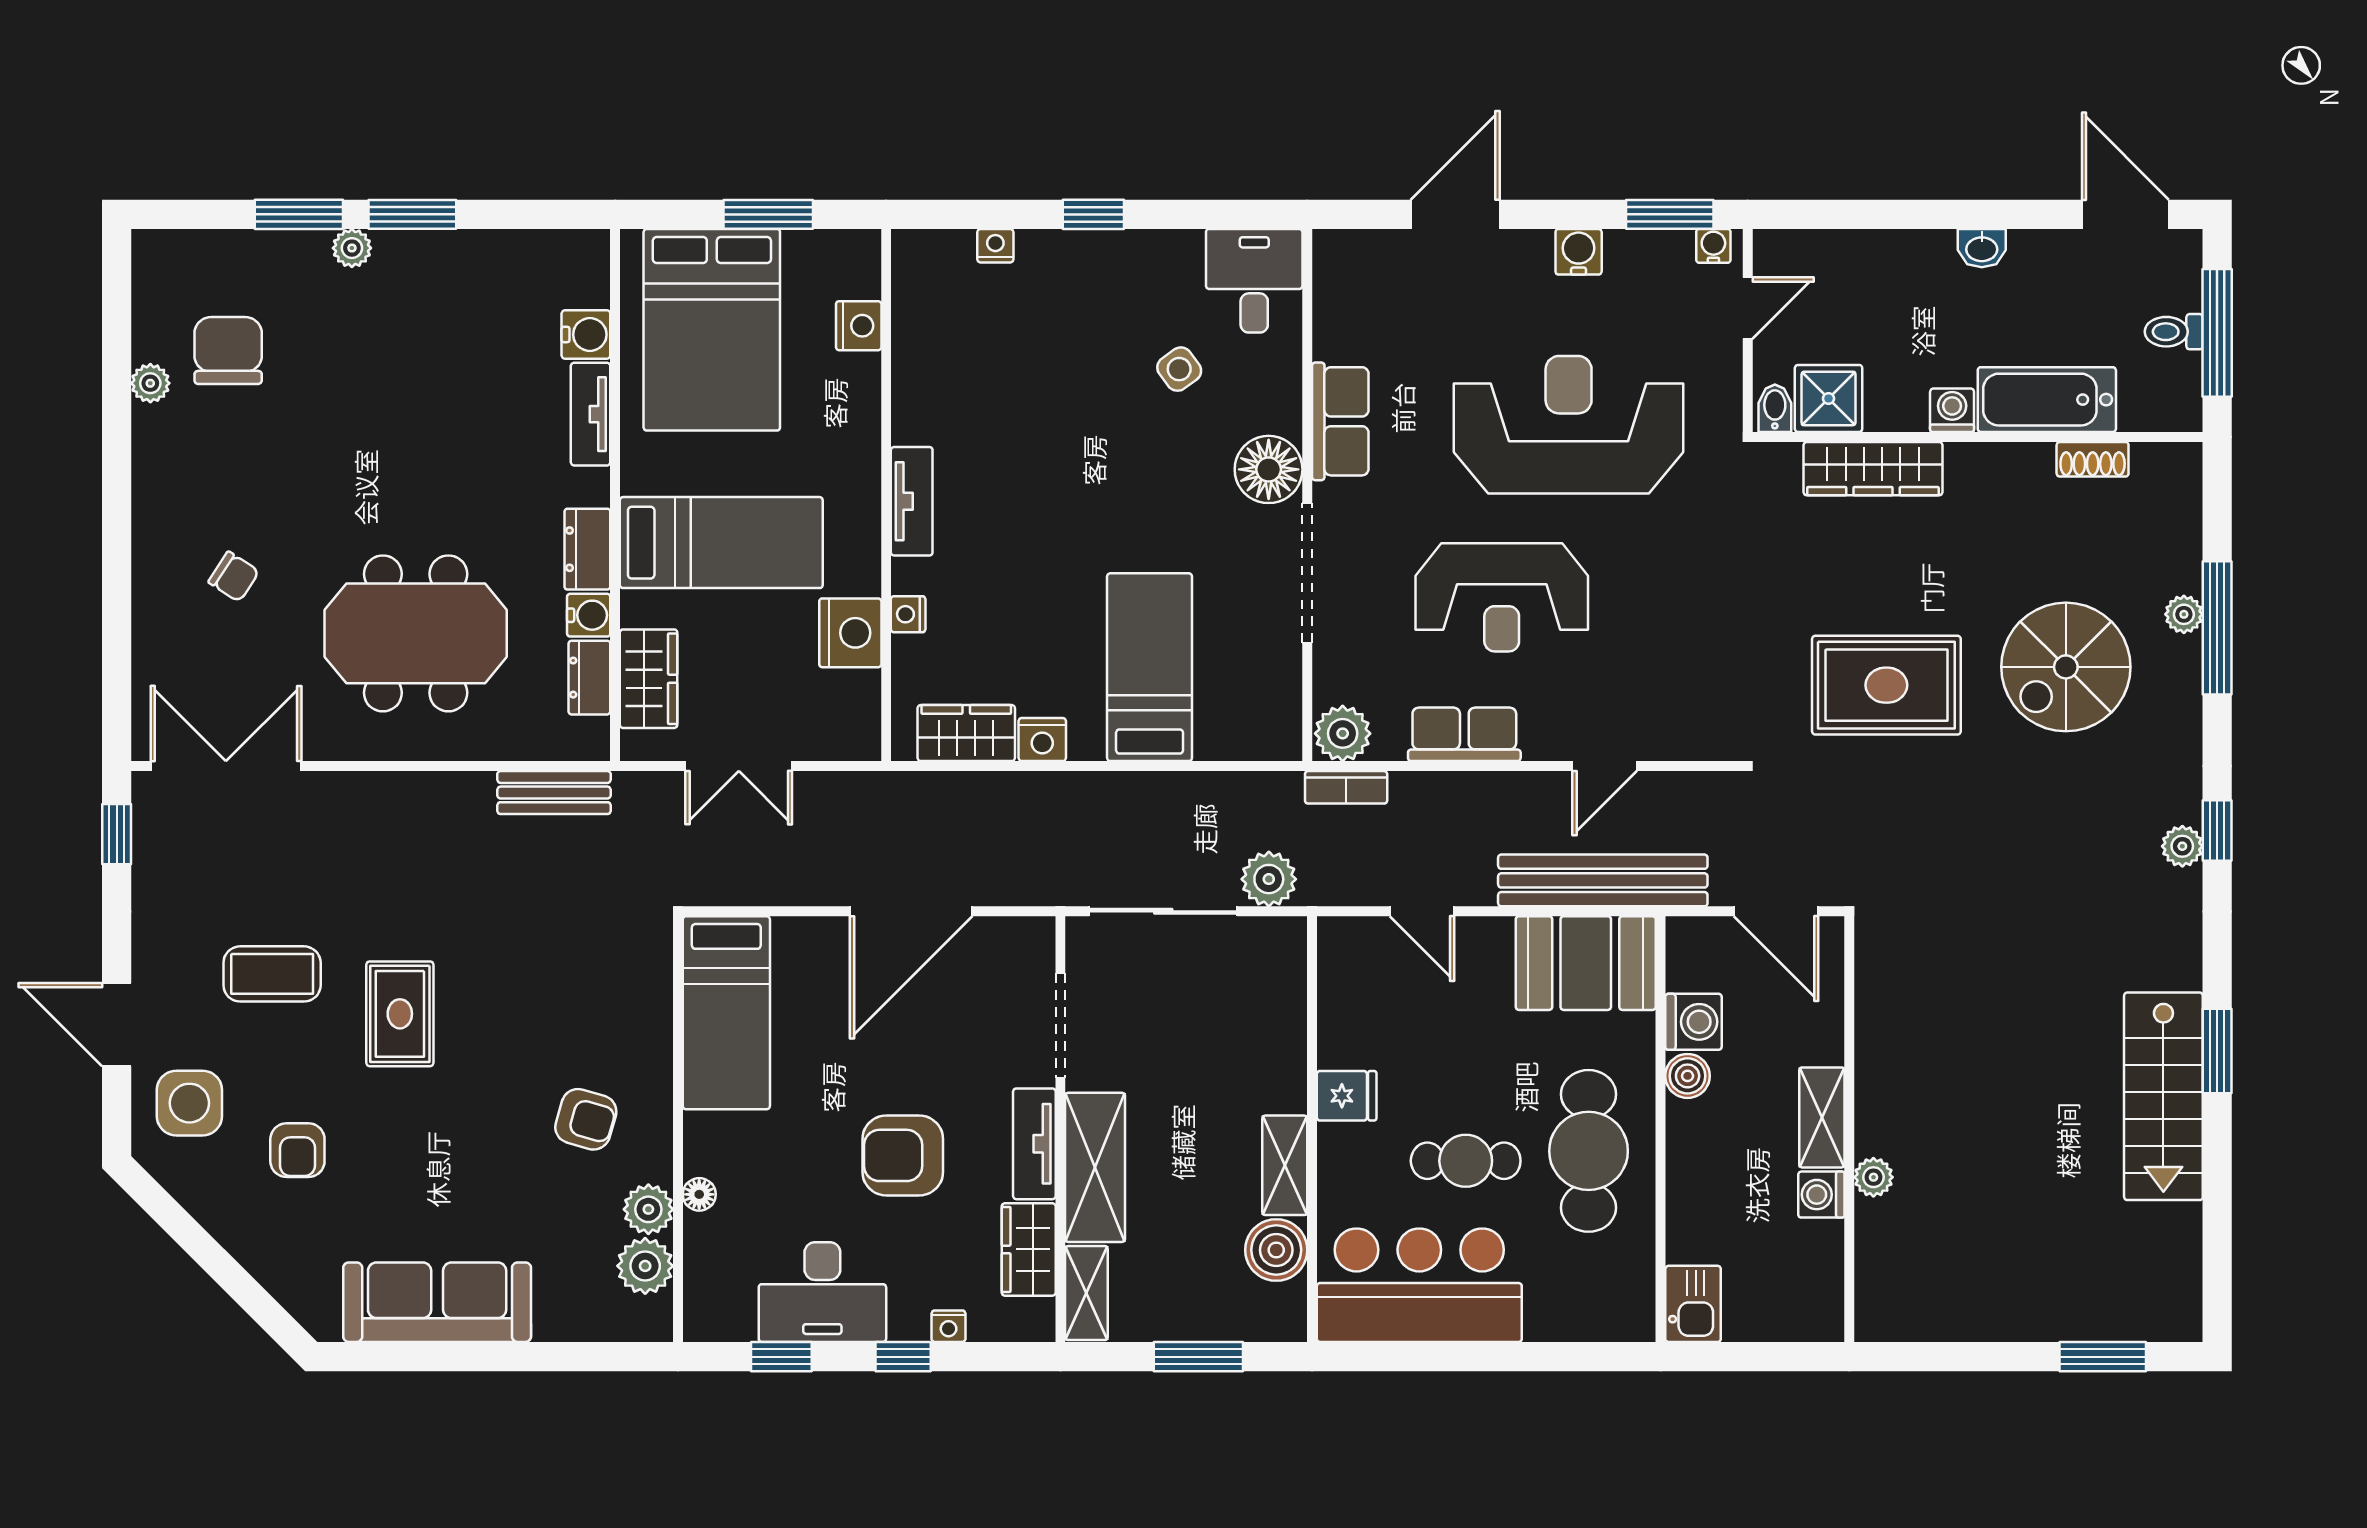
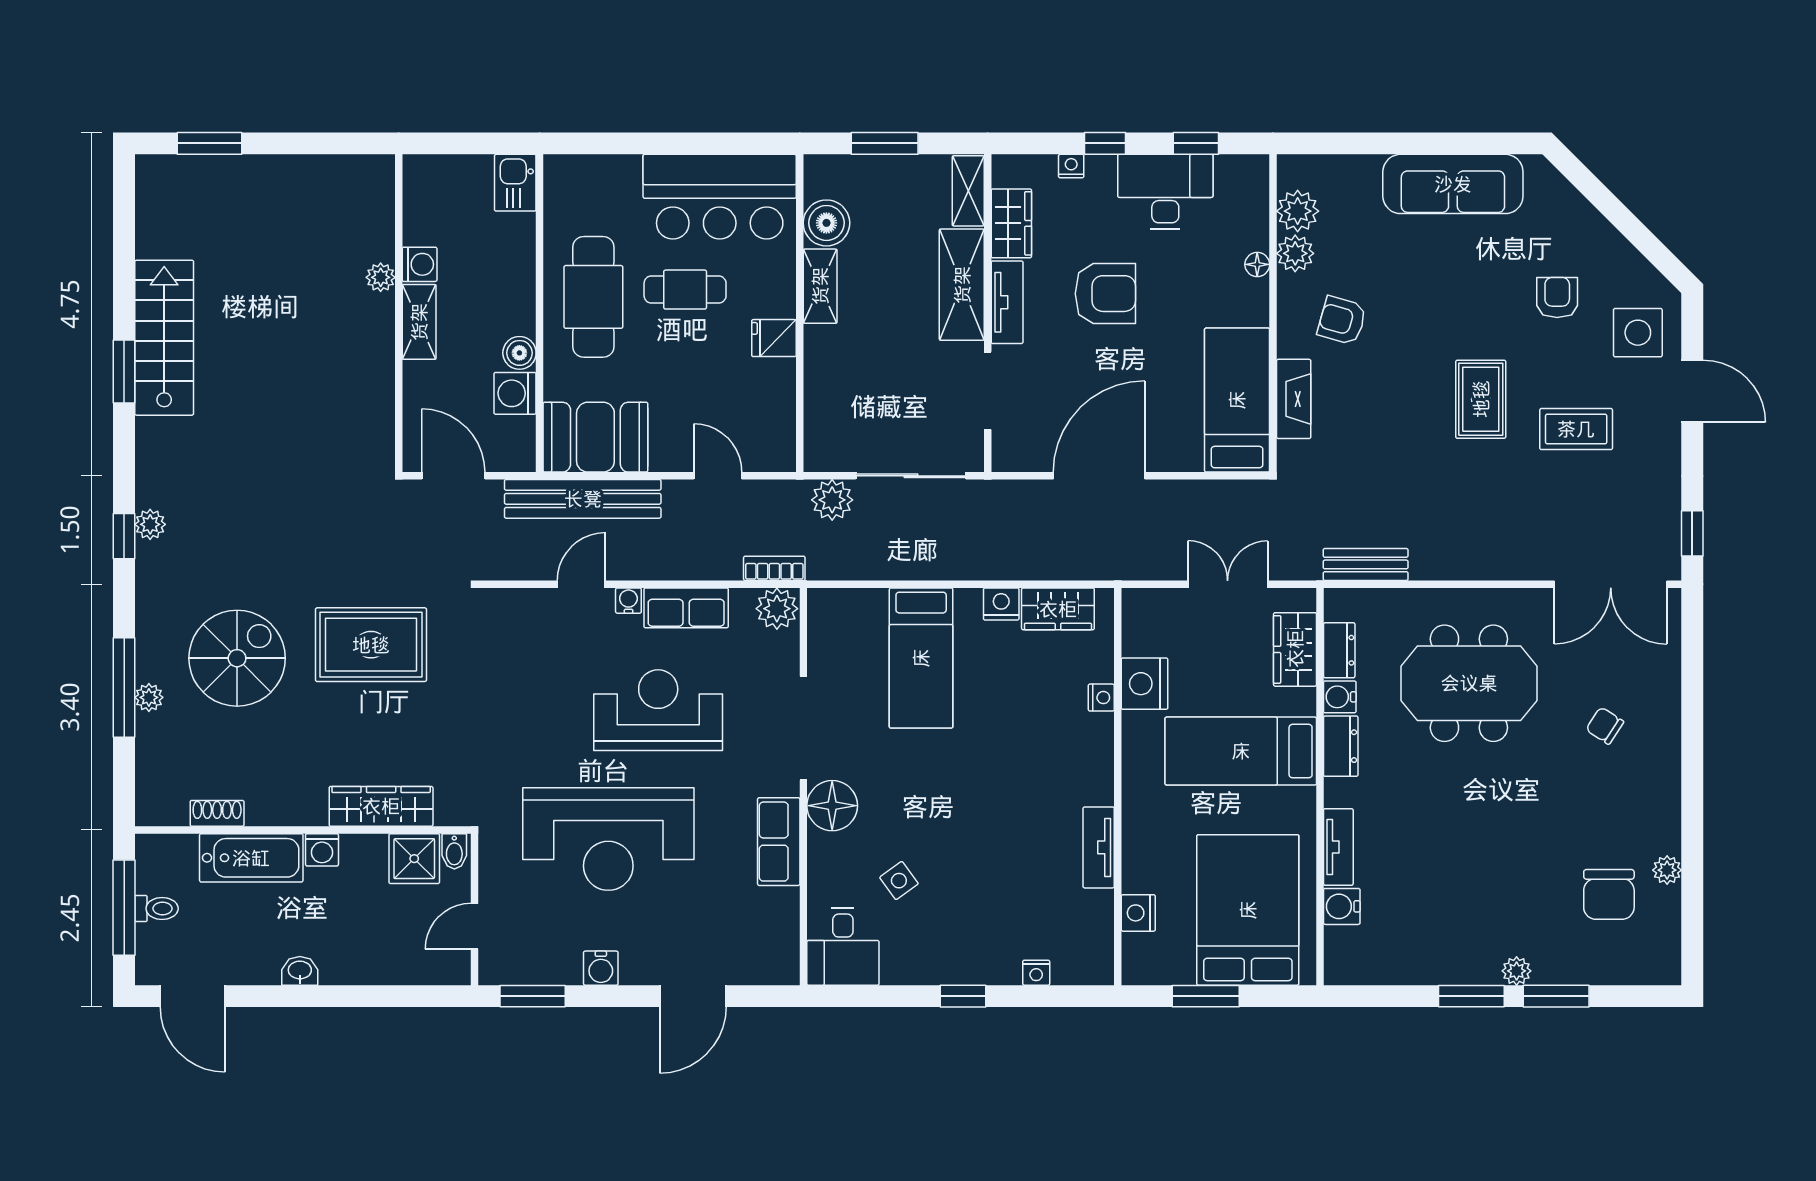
water cooler: (1713, 246) -> (628, 601), moved, turned 180
tv unit: (912, 501) -> (1099, 847), moved
fireplace: (650, 1014) -> (1294, 399), added

